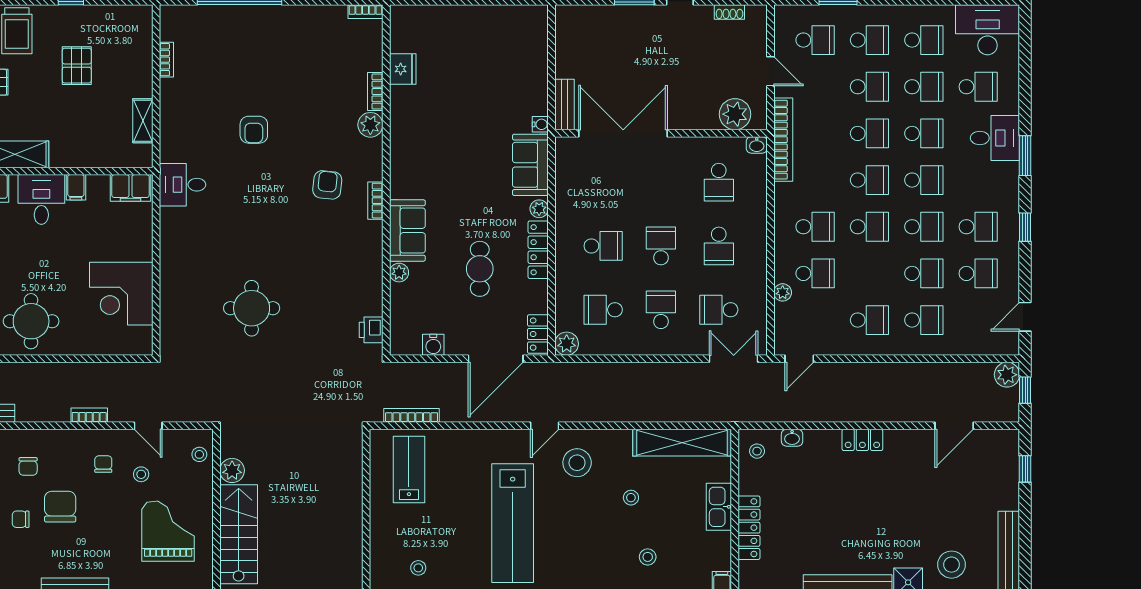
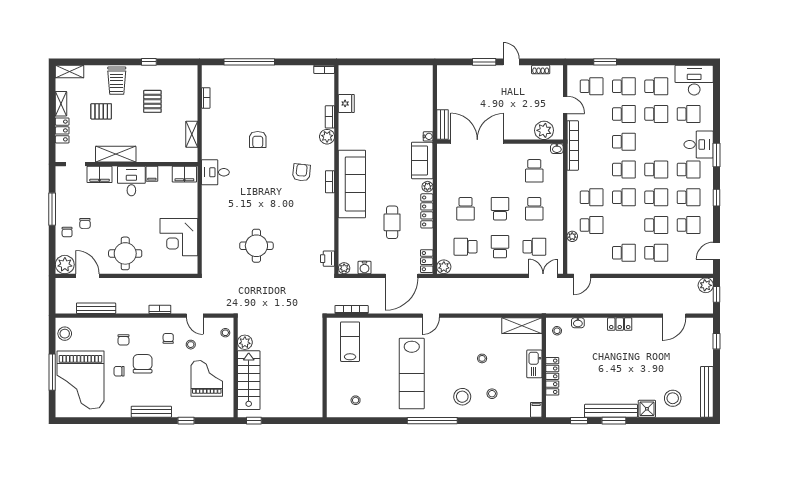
school desk: (924, 133) -> (689, 170), moved
sofa: (407, 230) -> (352, 184), width x1.85, depth x1.27
school desk: (603, 246) -> (466, 209), turned 90
plant: (399, 273) -> (344, 268), moved
school desk: (719, 310) -> (534, 247), turned 180
shelving: (682, 443) -> (522, 326), width x0.68
stool: (577, 463) -> (462, 397), moved

